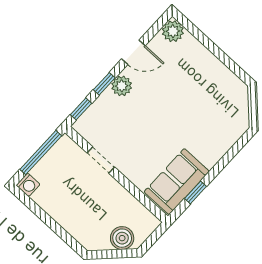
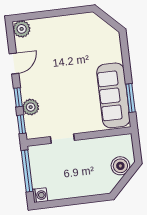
plant: (122, 86) -> (31, 107), moved
sofa: (177, 182) -> (113, 95), width x1.36
window: (195, 192) -> (131, 98), width x1.50

